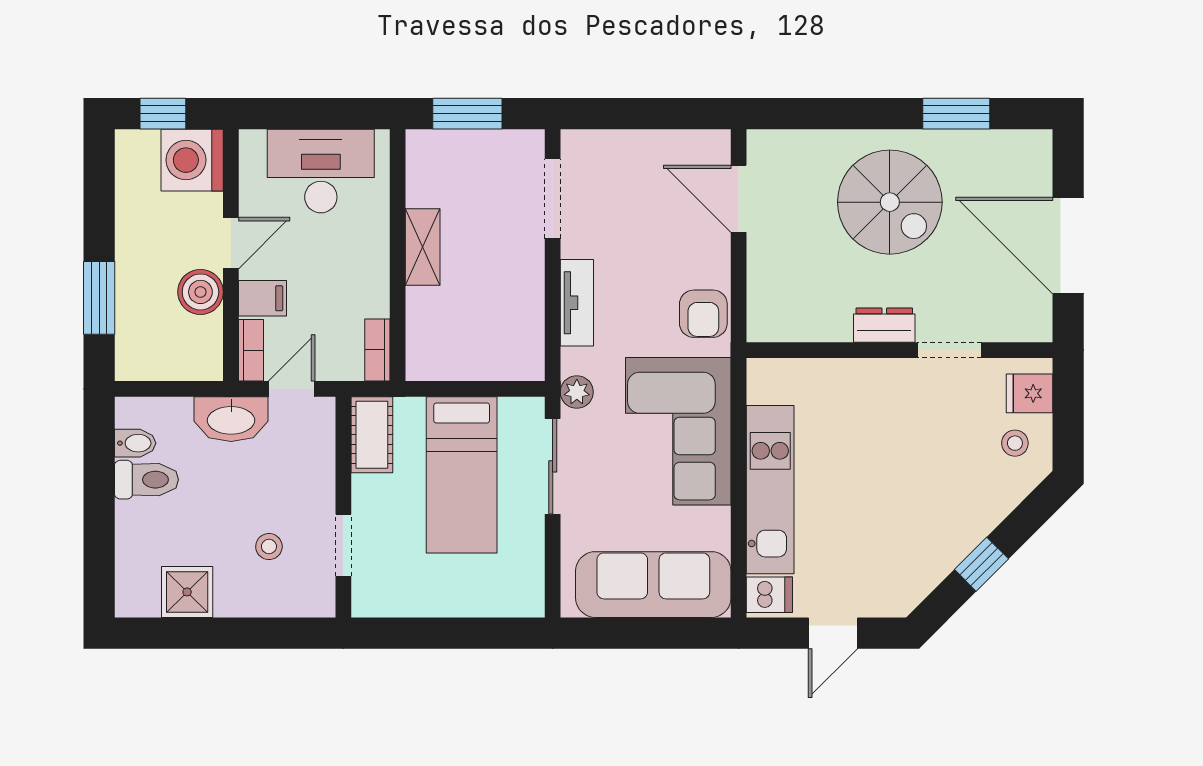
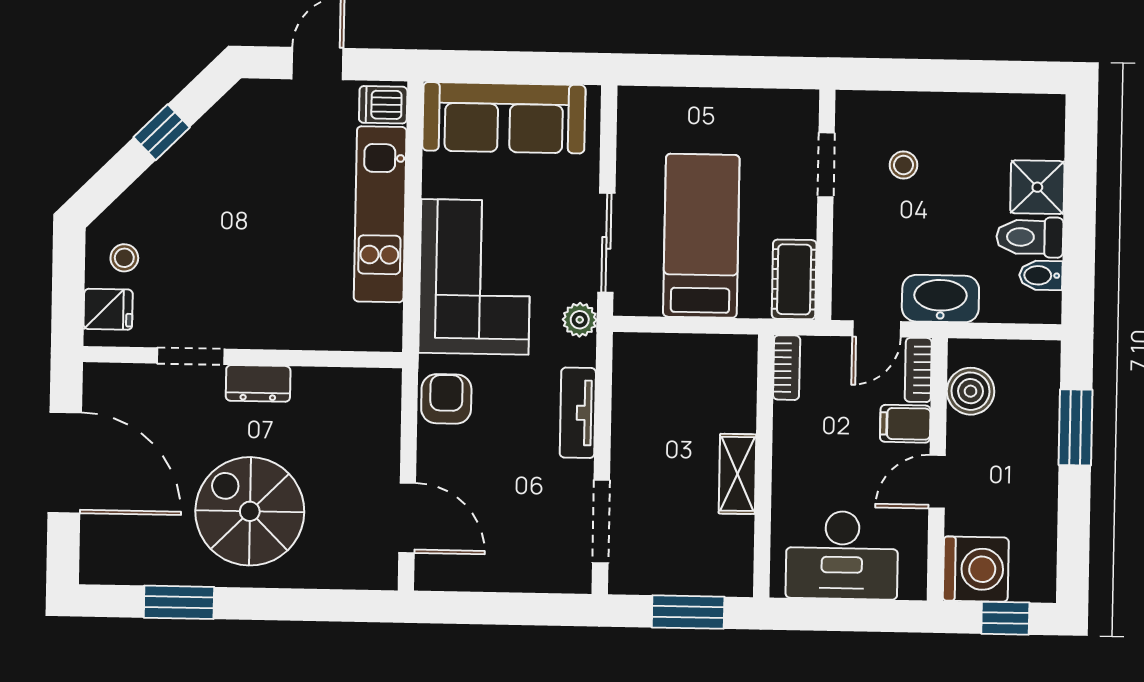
boiler: (200, 292) -> (971, 391), moved
shower: (187, 592) -> (1037, 187), moved

